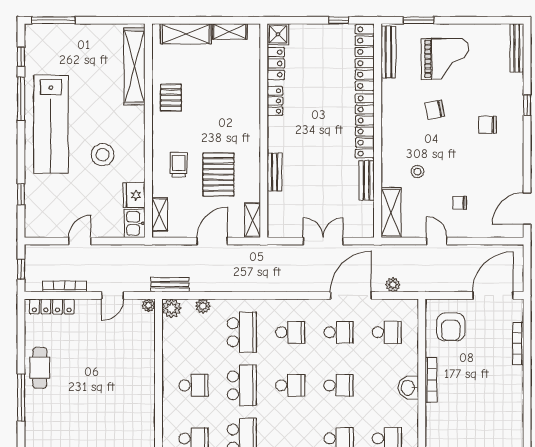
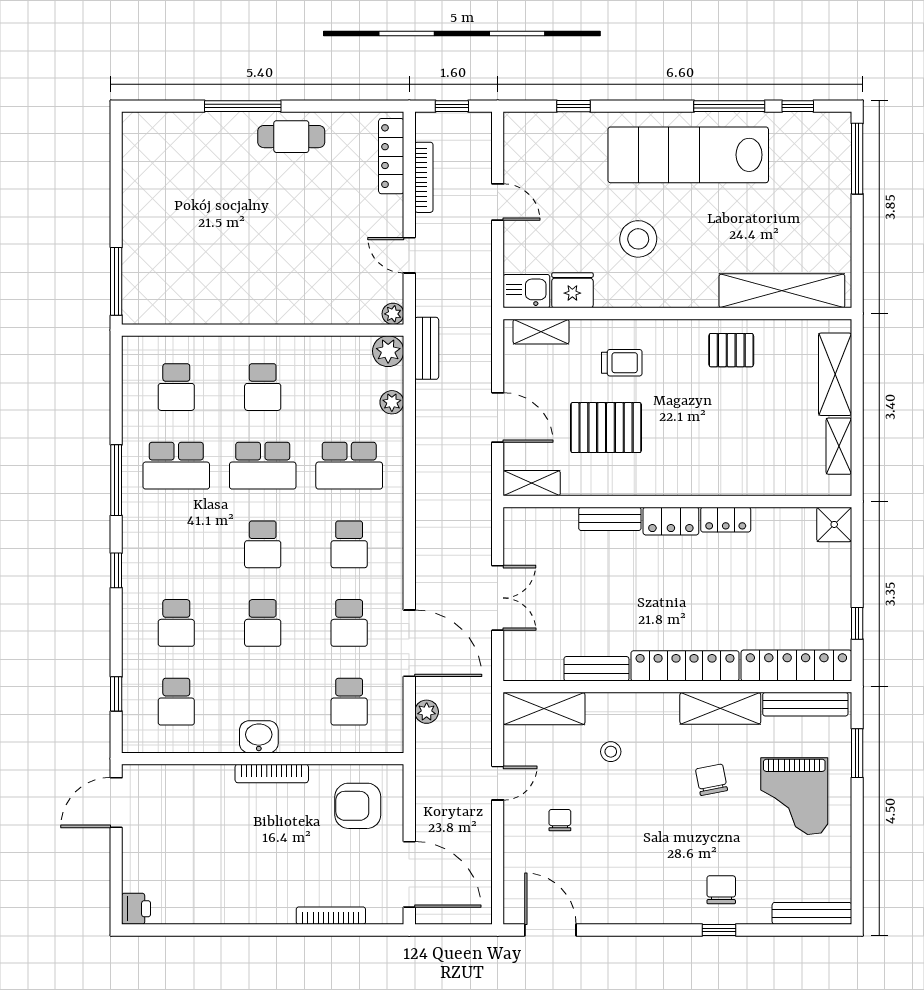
locker: (276, 63) -> (671, 521), moved
shelving: (391, 104) -> (720, 708), added
chair: (488, 125) -> (721, 890), moved

